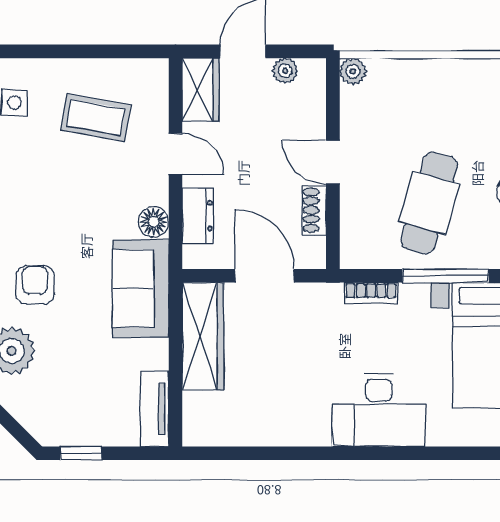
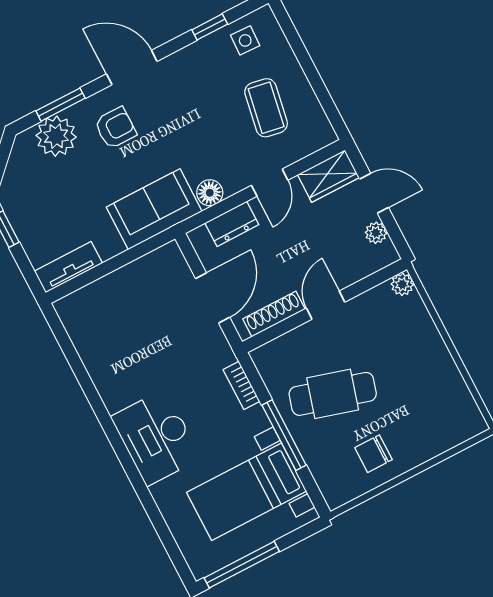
shoe rack: (314, 210) -> (274, 314), width x1.43
wardrobe: (203, 336) -> (143, 275), removed

